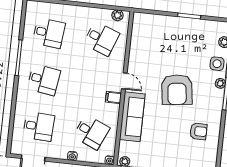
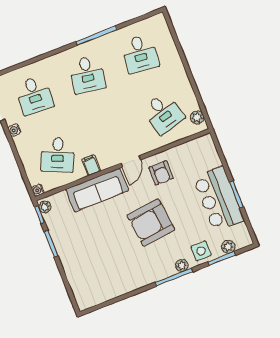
bar counter: (186, 31) -> (219, 199), added
desk: (101, 39) -> (163, 113), turned -36
filing cabinet: (113, 97) -> (91, 165), moved
armchair: (198, 131) -> (161, 173), moved
water cooler: (72, 156) -> (14, 130), moved

